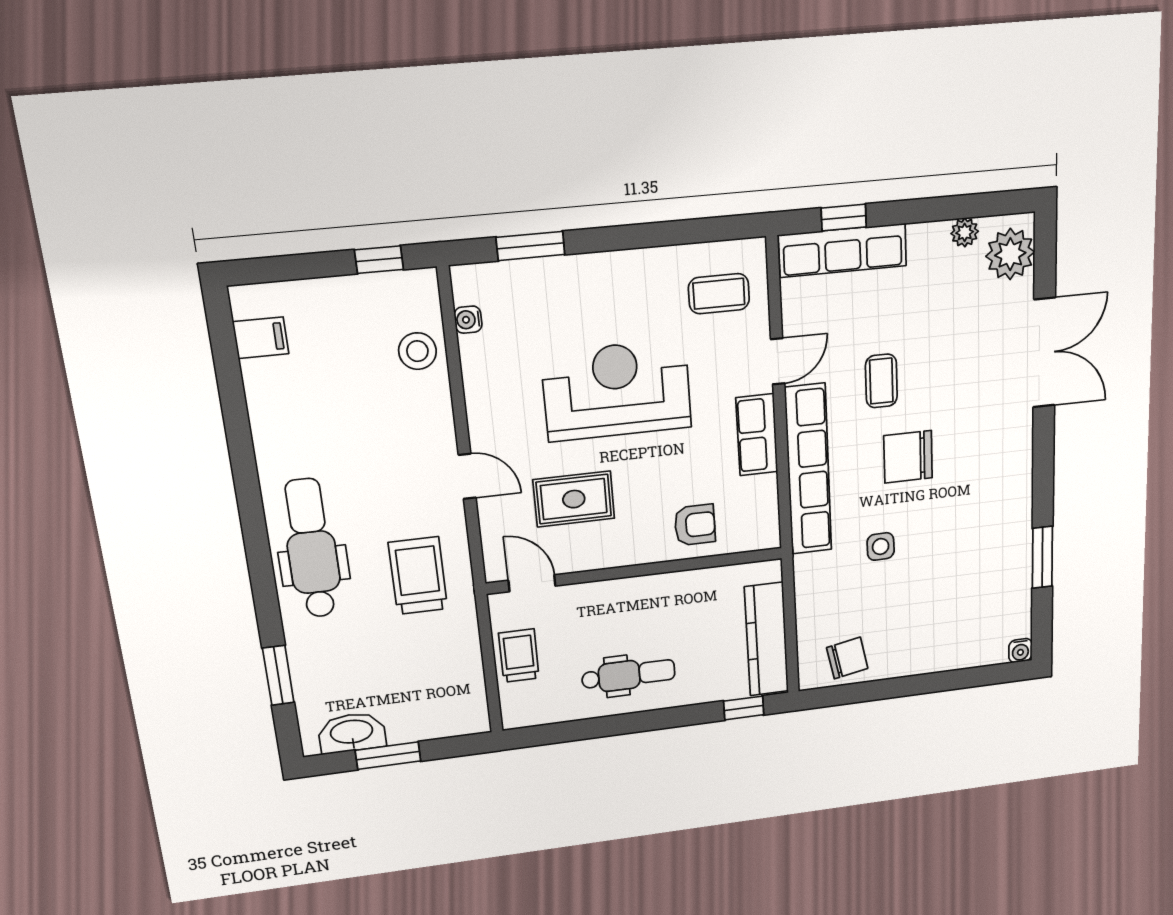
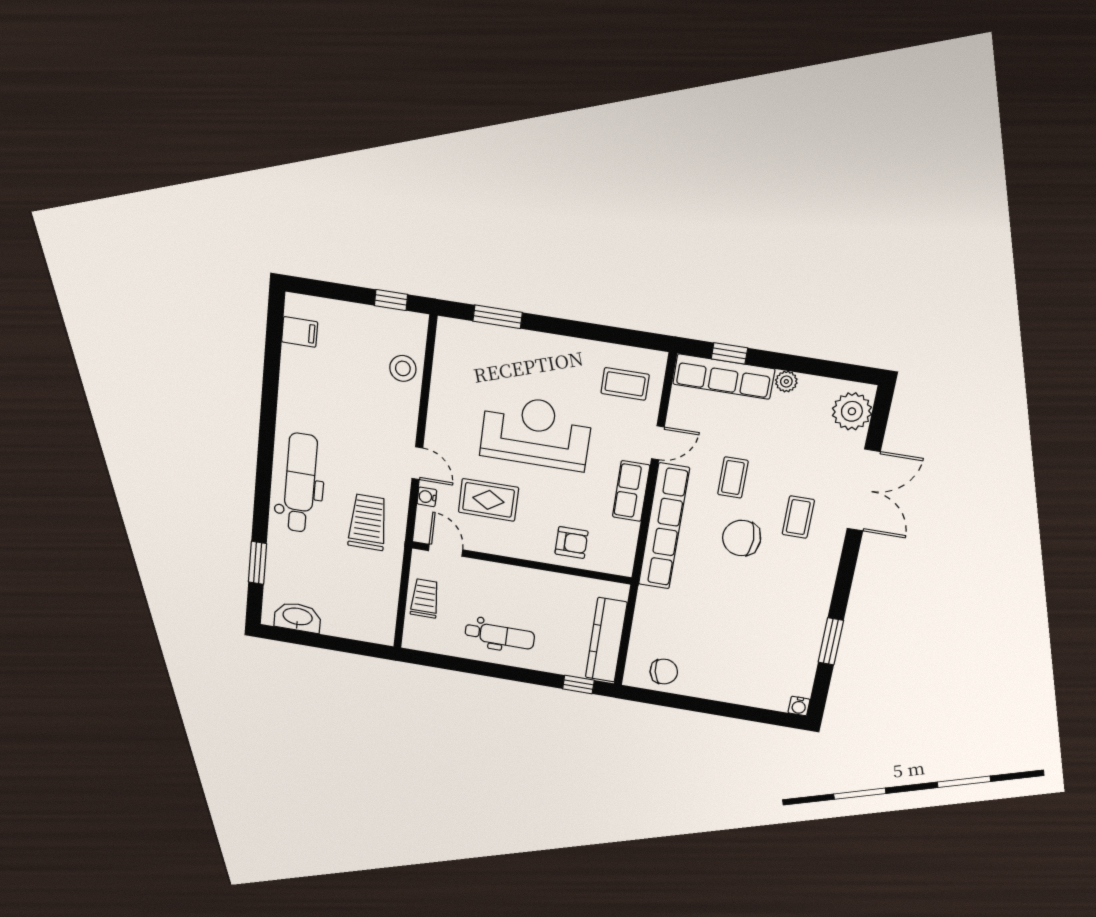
plant: (965, 232) -> (786, 382), moved
water cooler: (468, 320) -> (427, 497), moved
coffee table: (972, 410) -> (798, 517), added
side table: (881, 547) -> (707, 597), removed
window: (388, 756) -> (318, 641), removed

